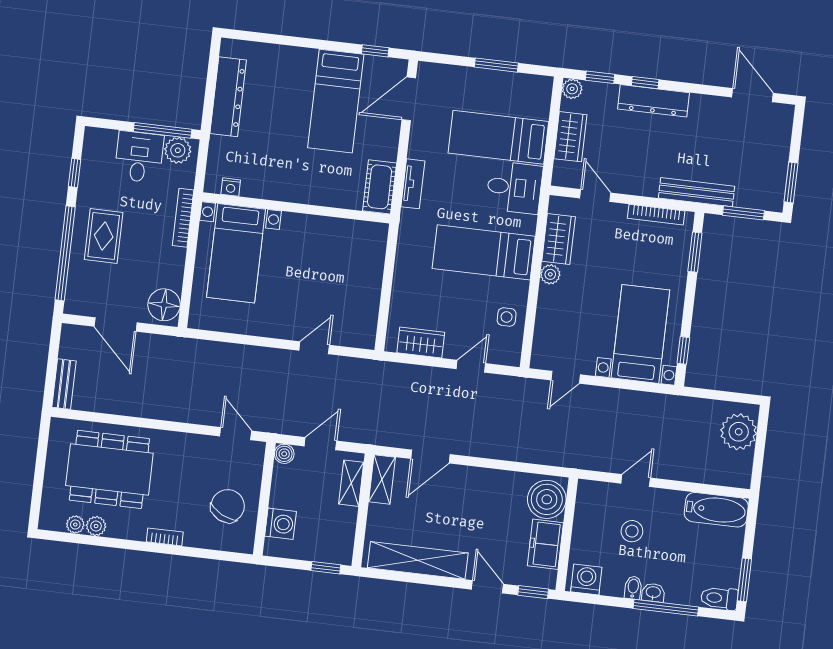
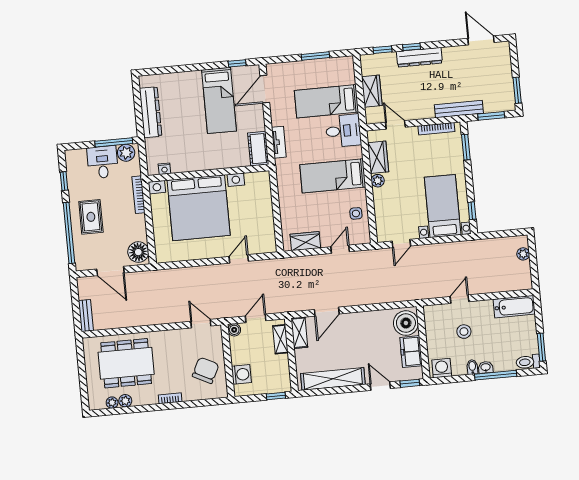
plant: (572, 89) -> (366, 61), removed
bed with nightstands: (236, 253) -> (199, 208), width x1.85
plant: (739, 432) -> (523, 254), width x0.53, depth x0.53

